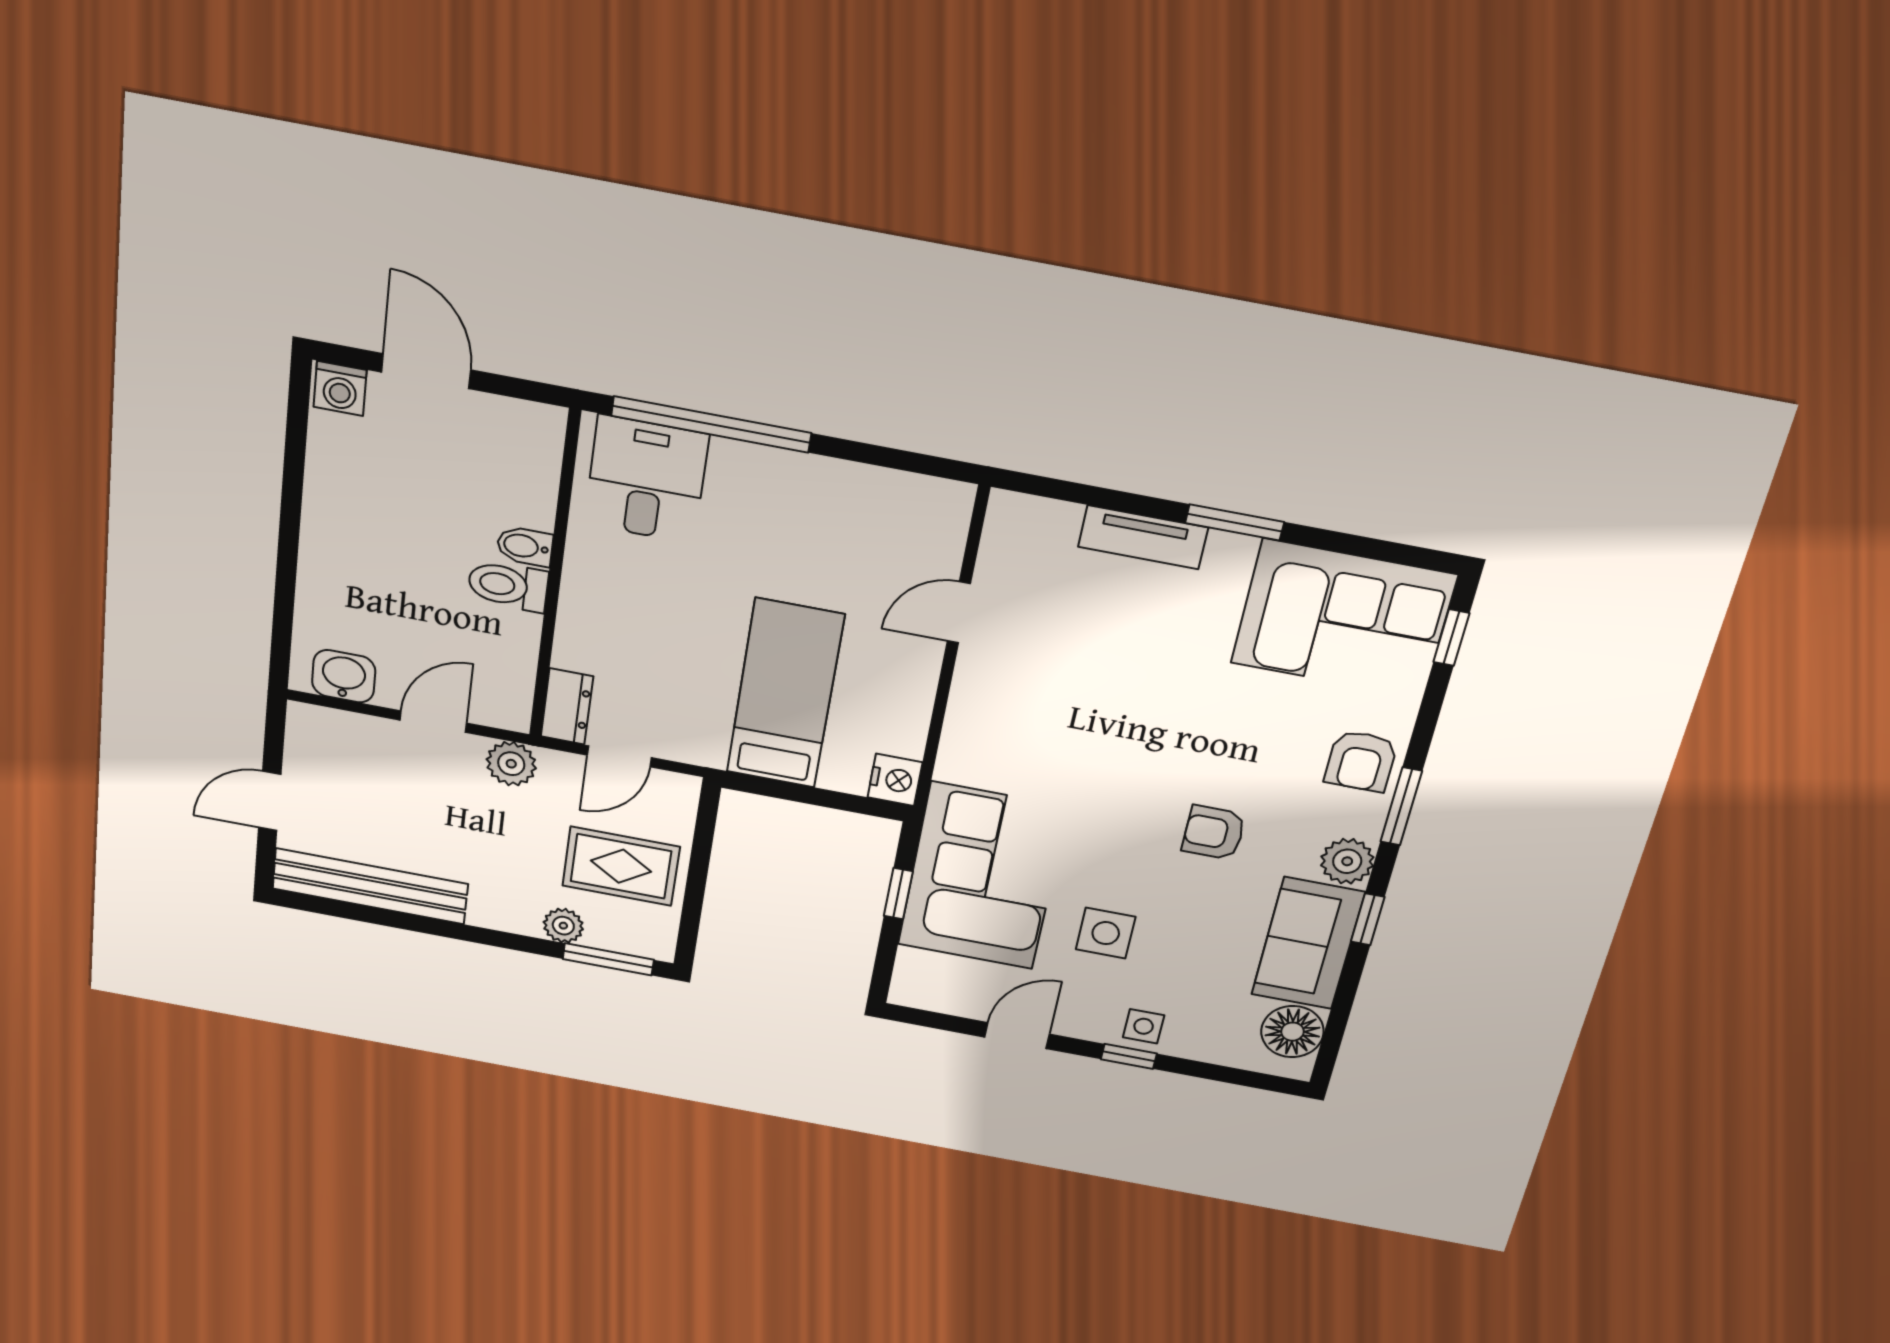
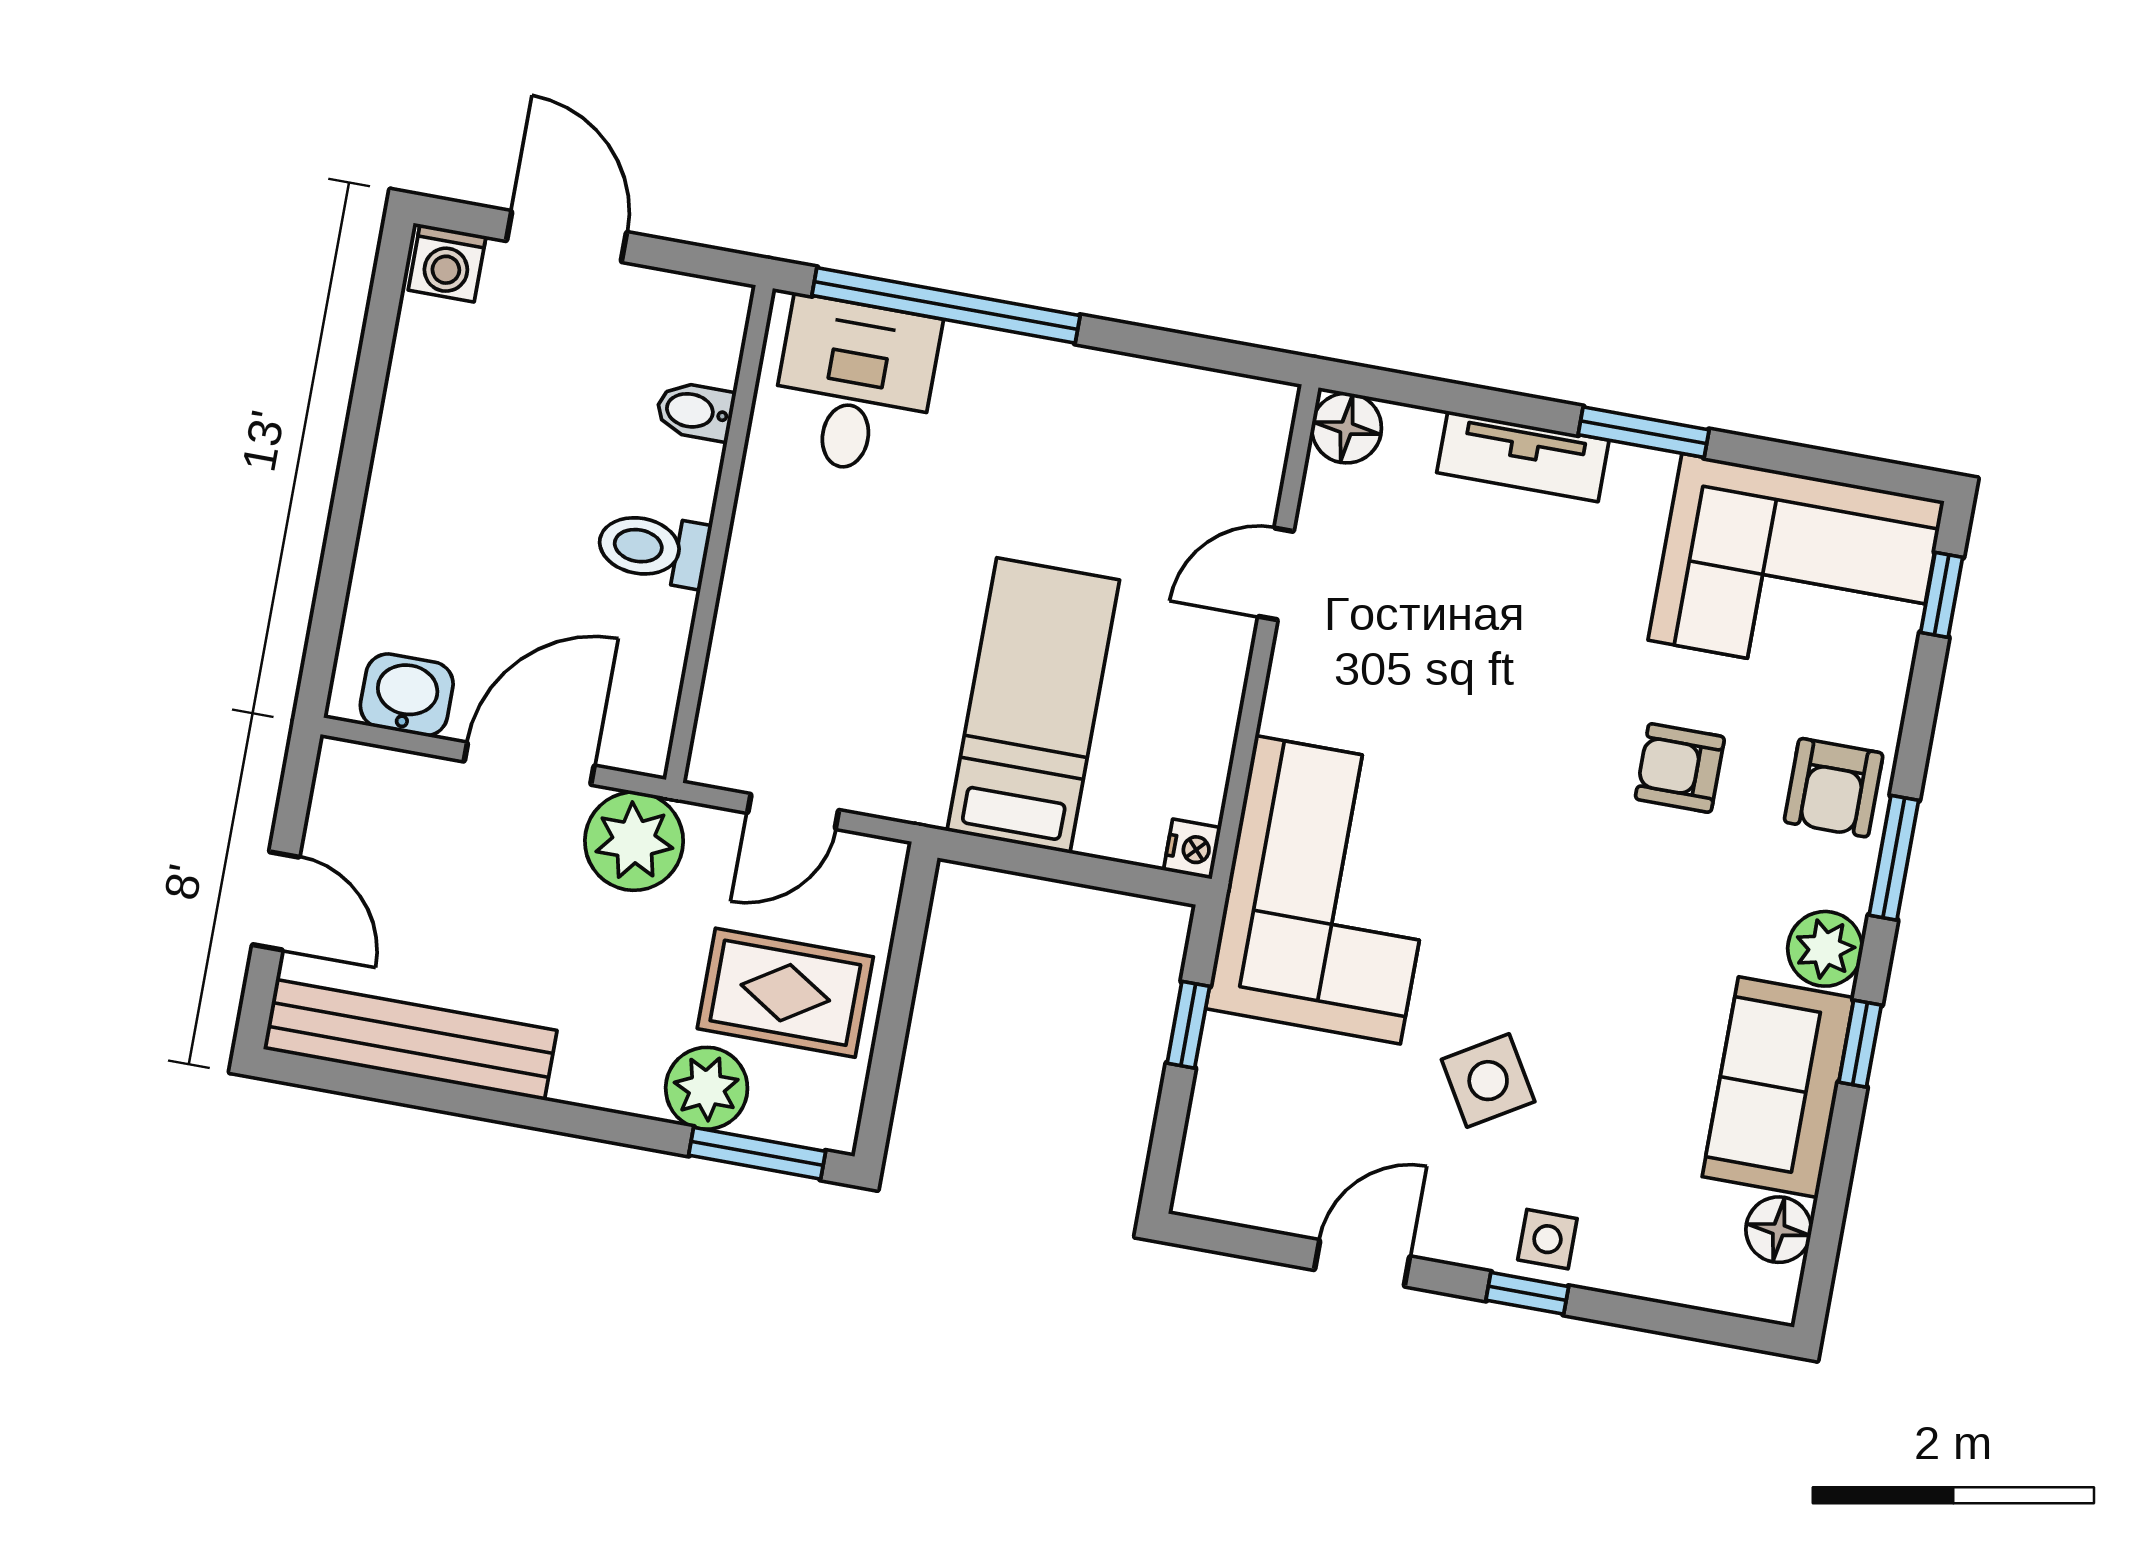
floor lamp: (1012, 515) -> (1347, 428), added
bidet: (525, 546) -> (695, 411), moved
dresser: (567, 707) -> (723, 734), removed
door: (433, 722) -> (529, 764), width x1.38
plant: (511, 764) -> (634, 841), width x1.36, depth x1.36
nightstand: (895, 780) -> (1192, 849), width x0.72, depth x0.74
door: (270, 801) -> (276, 901), swing flipped
armchair: (1214, 833) -> (1680, 768), moved
corner sofa: (982, 876) -> (1328, 890), moved
plant: (563, 926) -> (707, 1088), width x1.38, depth x1.38
side table: (1106, 933) -> (1488, 1081), turned -31
floor lamp: (1292, 1032) -> (1779, 1230), width x0.73, depth x0.73

